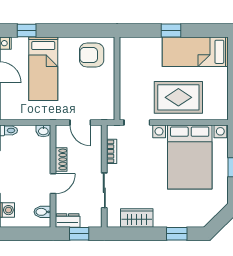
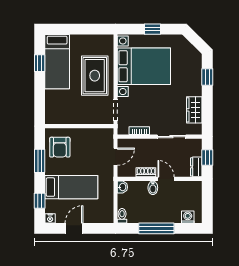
window: (75, 31) -> (40, 161), added
window: (171, 31) -> (40, 63), moved
bidet: (42, 212) -> (153, 188), moved

